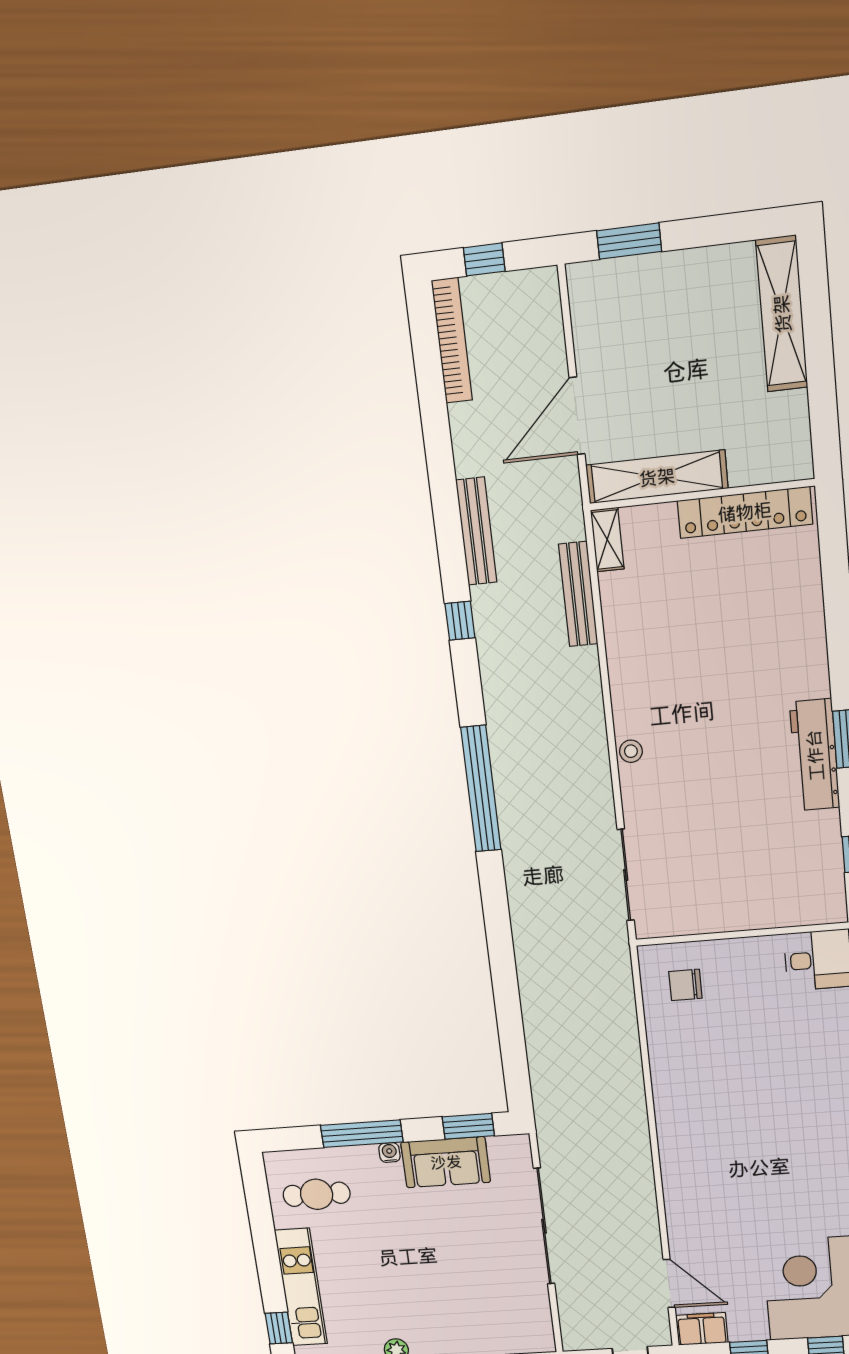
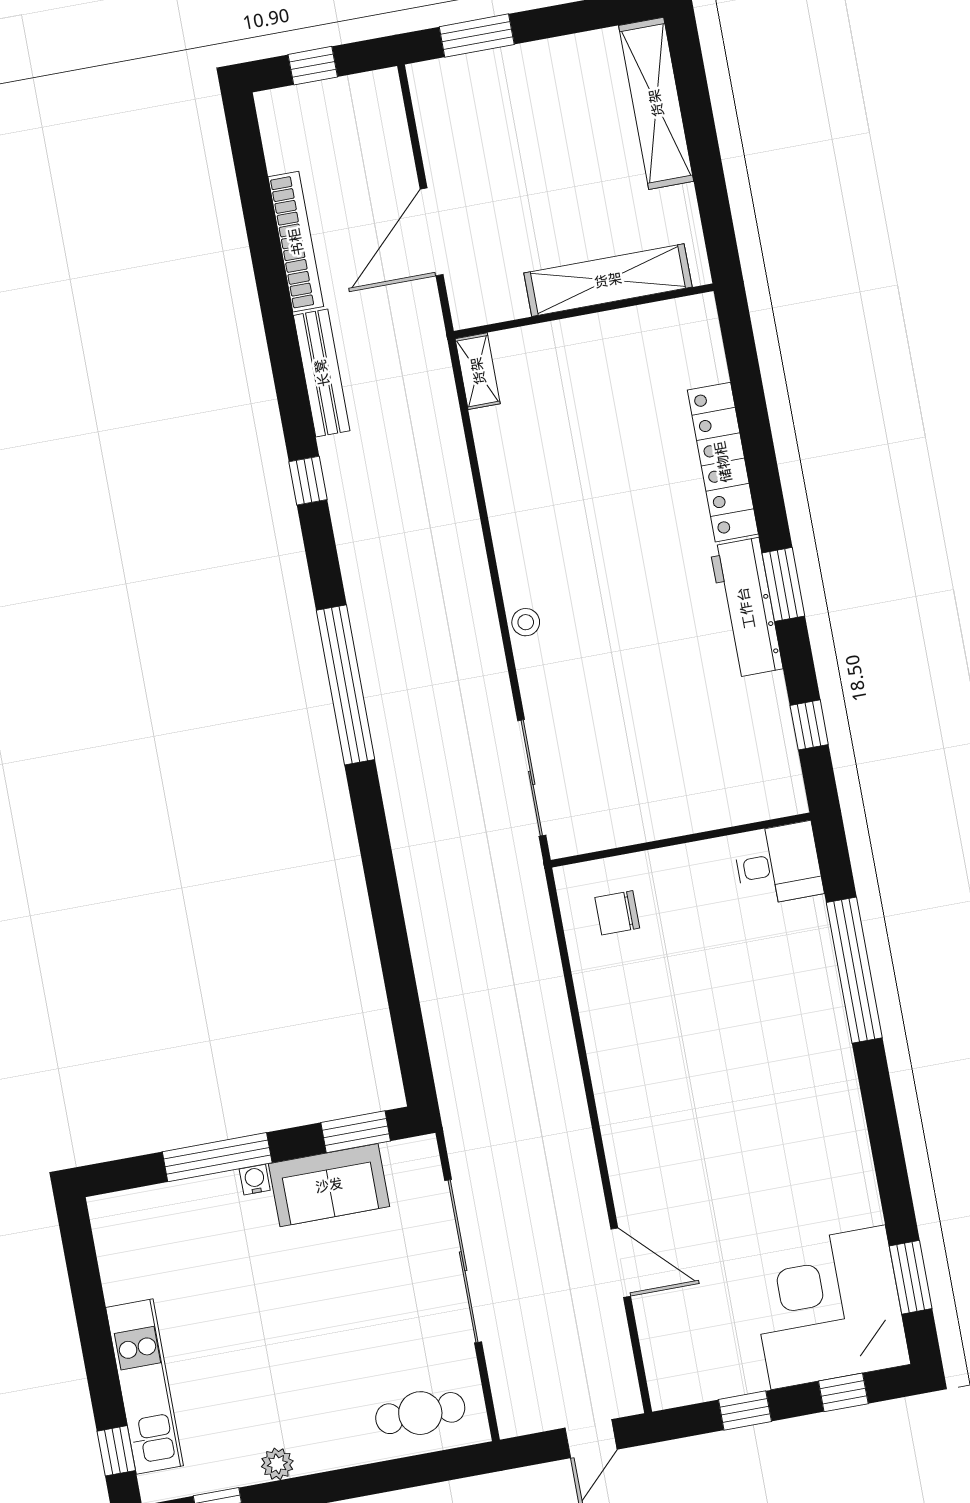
bookcase: (452, 341) -> (296, 242), moved
shelving: (657, 477) -> (608, 280), moved
locker: (745, 512) -> (723, 462), moved, turned 90
bench: (578, 594) -> (448, 438), removed
cafe table: (317, 1194) -> (420, 1413), moved
door: (669, 1284) -> (621, 1263), moved
filing cabinet: (702, 1329) -> (680, 1384), removed

